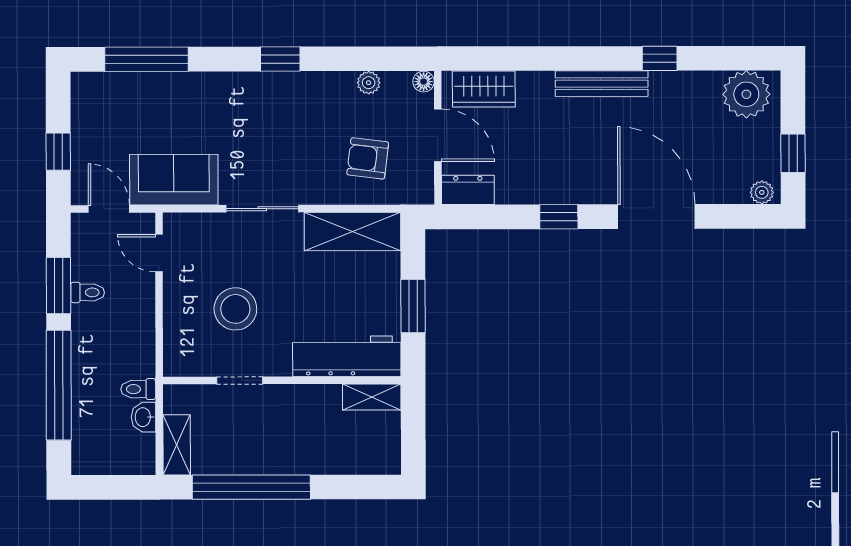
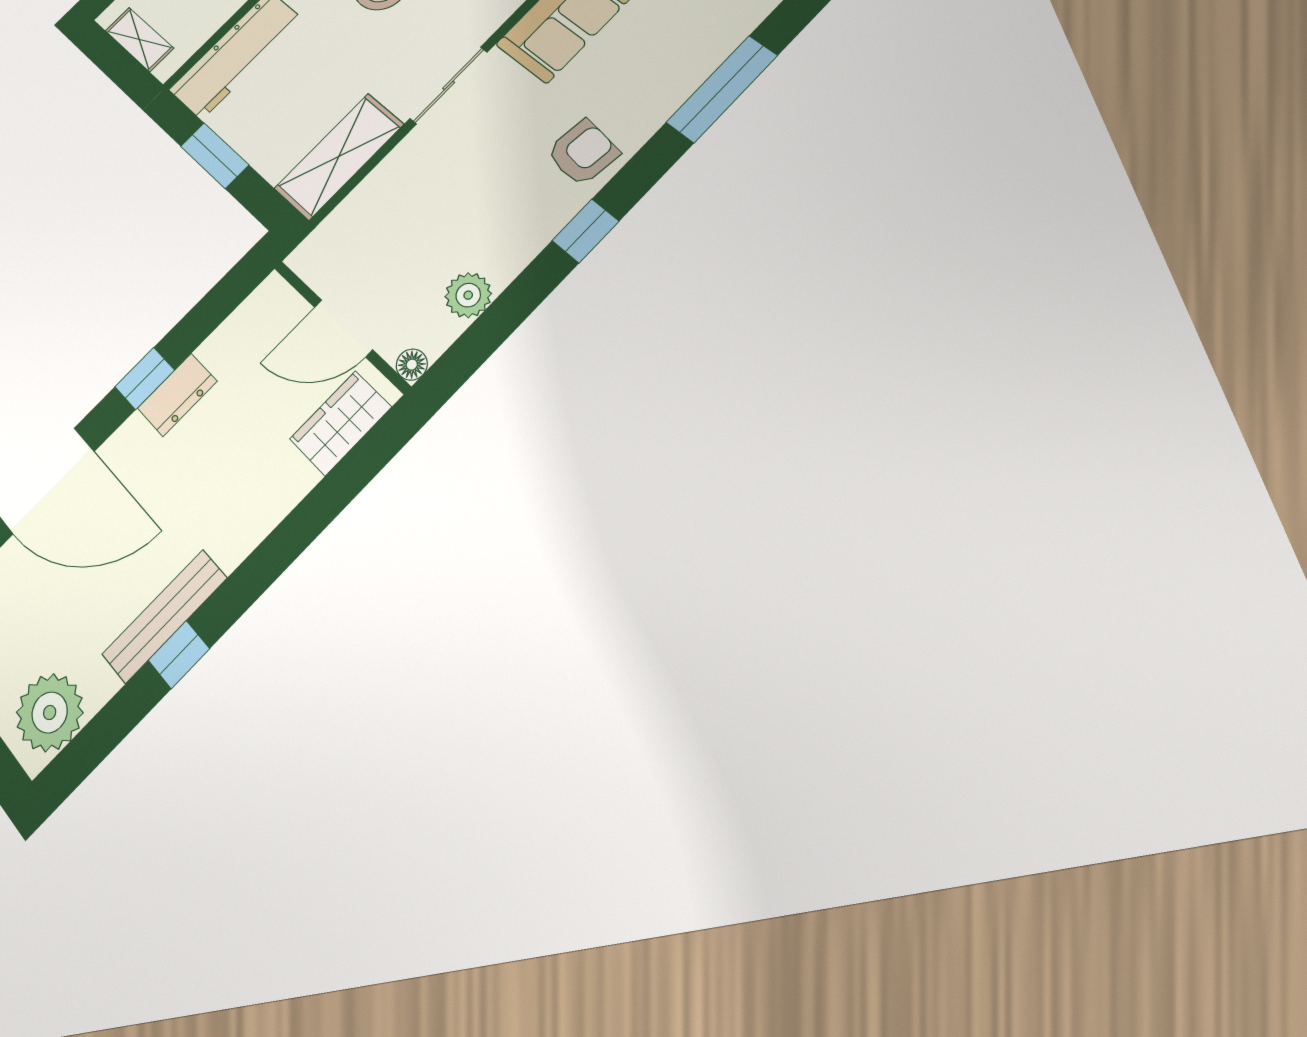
plant: (369, 83) -> (468, 295), width x1.38, depth x1.38
bench: (602, 84) -> (165, 616), moved
armchair: (368, 158) -> (583, 153), moved
dresser: (468, 190) -> (177, 395), moved
shelving: (372, 397) -> (139, 39), moved, turned 90

